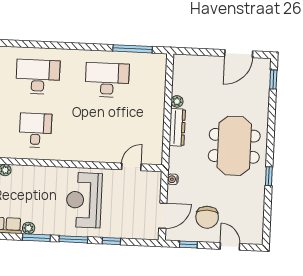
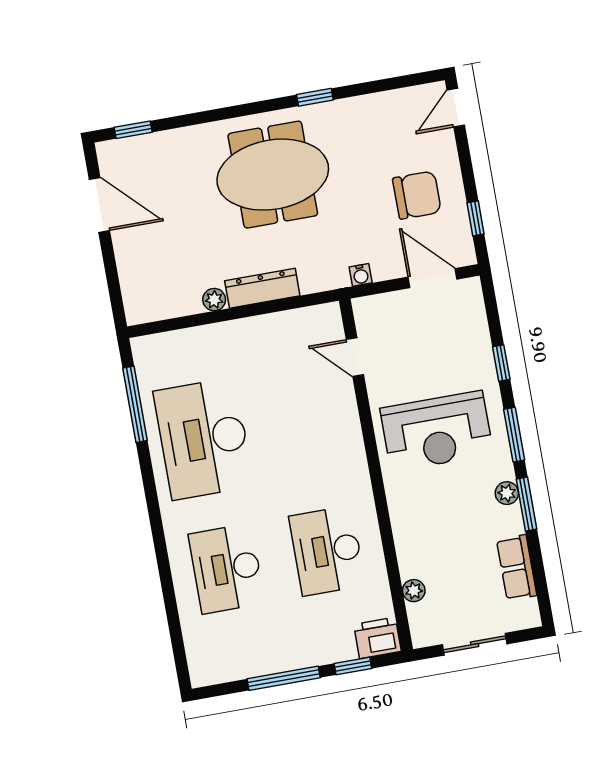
desk: (107, 80) -> (203, 439), width x1.36, depth x1.30
desk: (35, 130) -> (327, 551), width x1.37
plant: (29, 228) -> (507, 493), moved
door: (230, 246) -> (456, 108), moved

